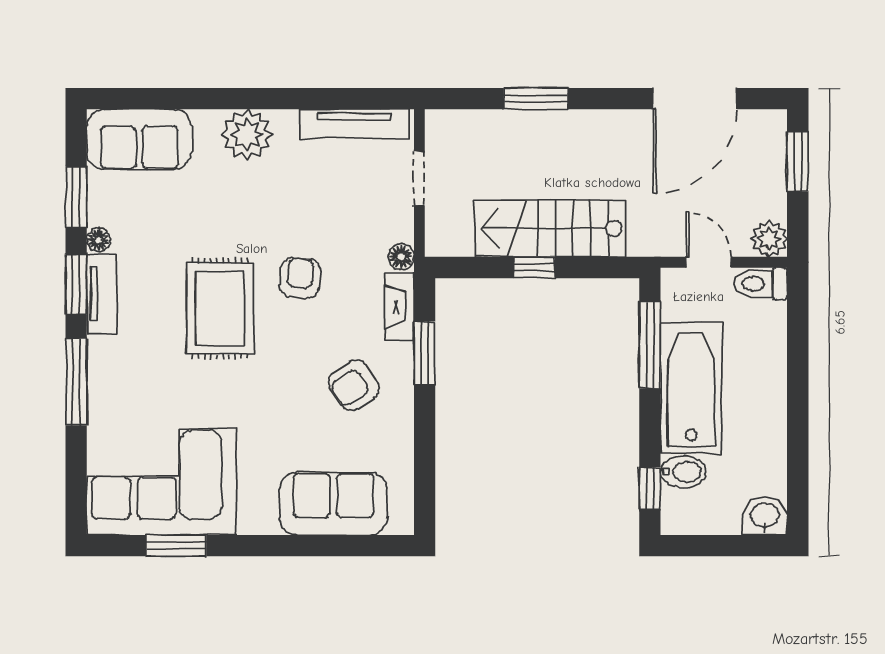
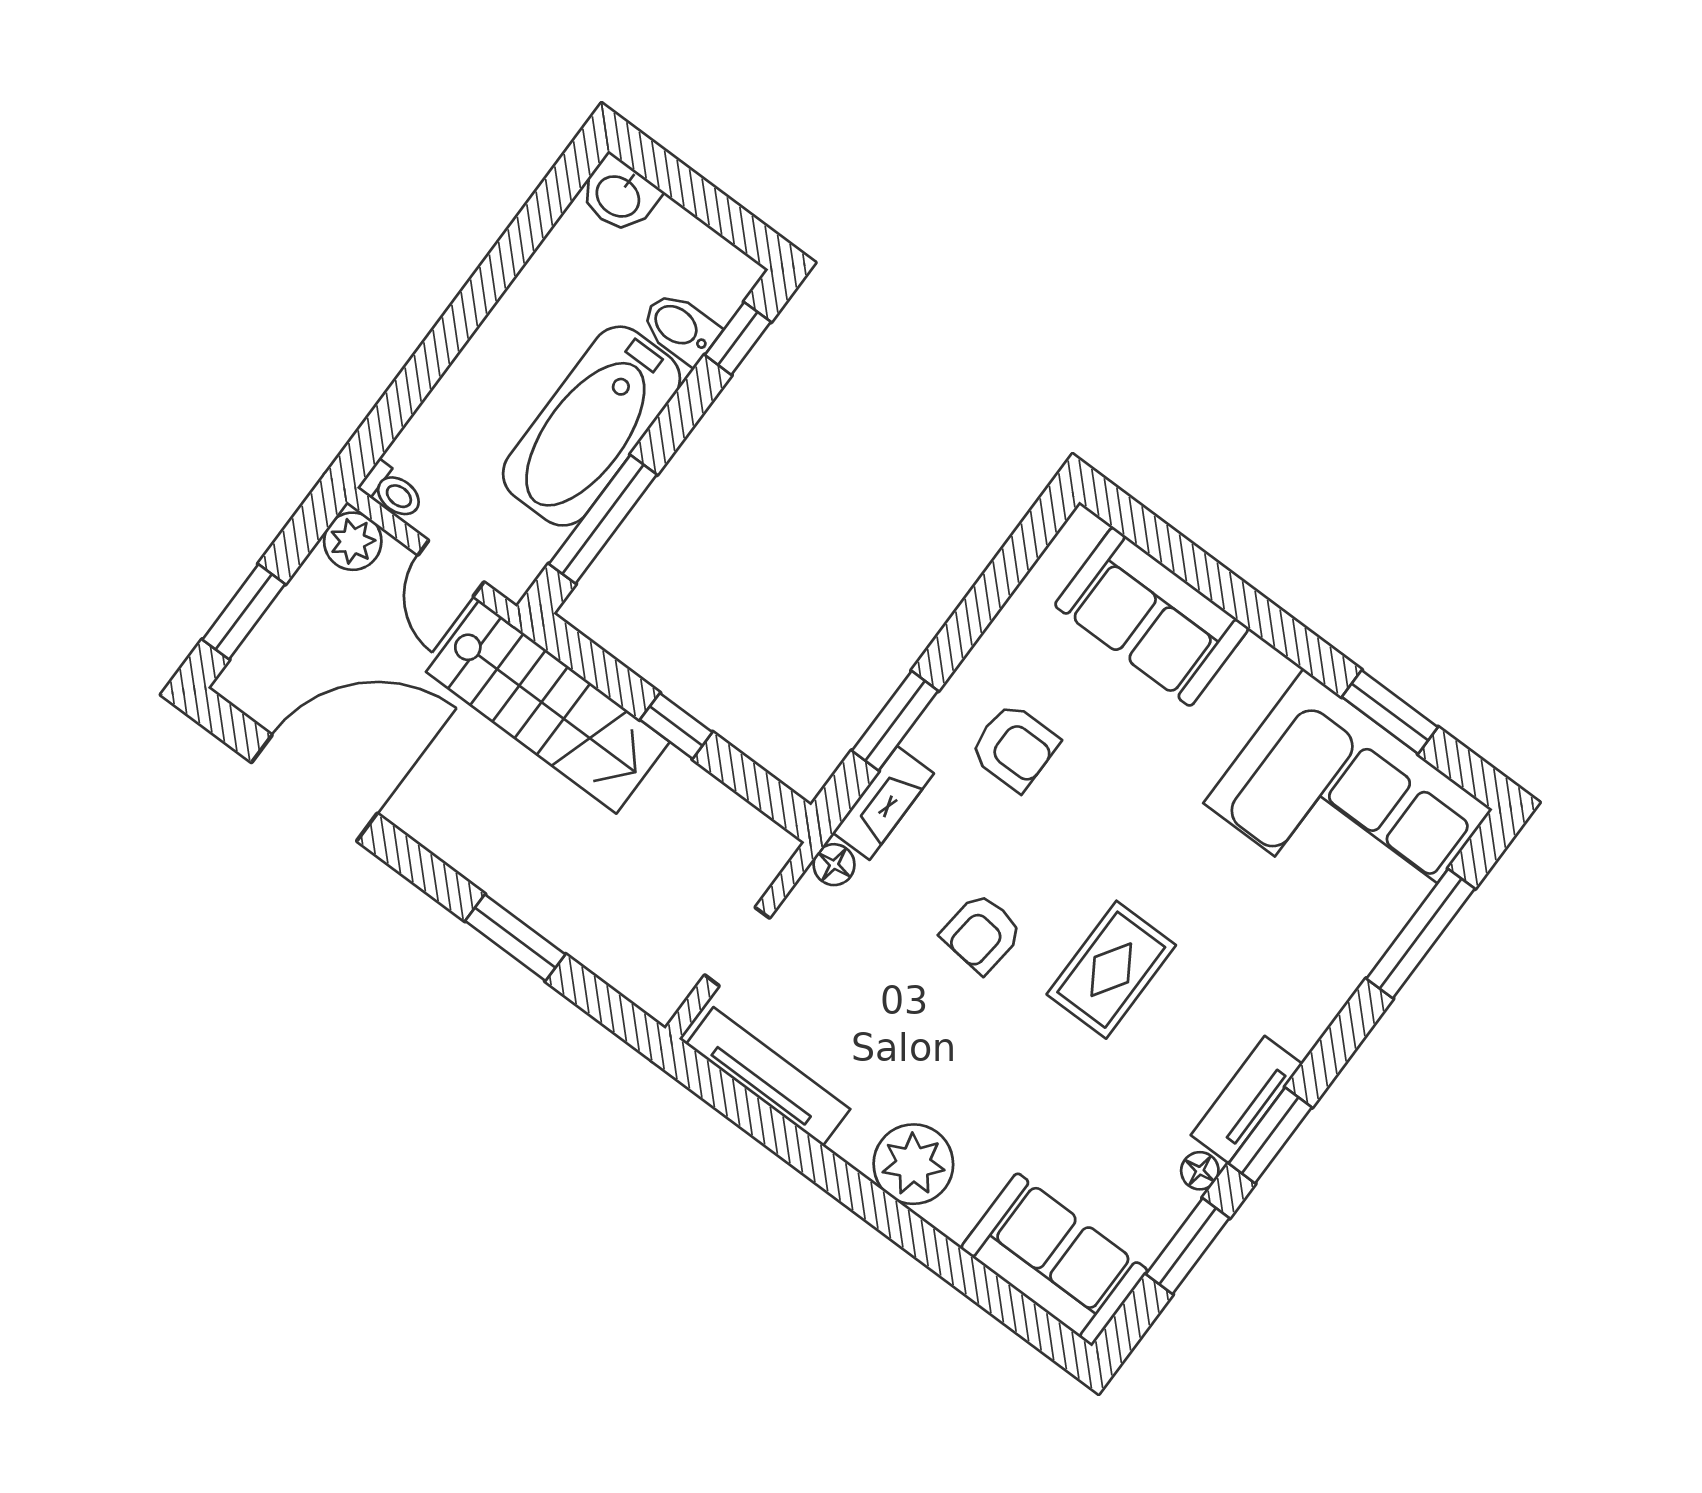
stairs: (550, 228) -> (548, 707), moved
toilet: (761, 284) -> (392, 491), width x0.73, depth x0.72
rug: (220, 309) -> (1111, 970), width x0.73, depth x0.70
window: (76, 382) -> (1421, 934), moved
armchair: (354, 385) -> (1014, 747), turned 33

